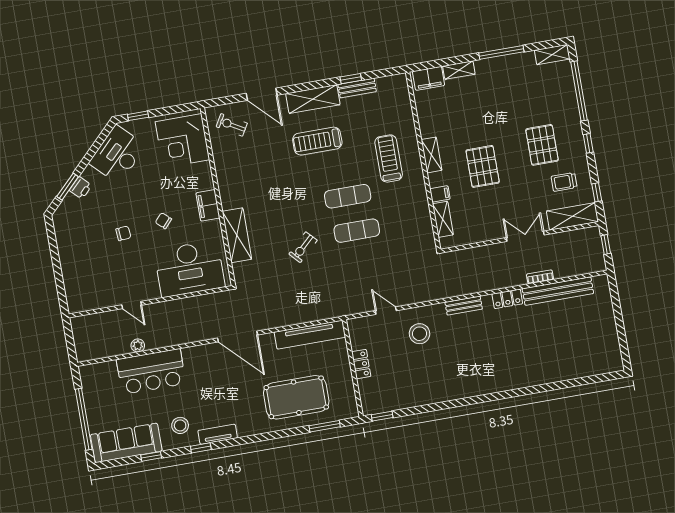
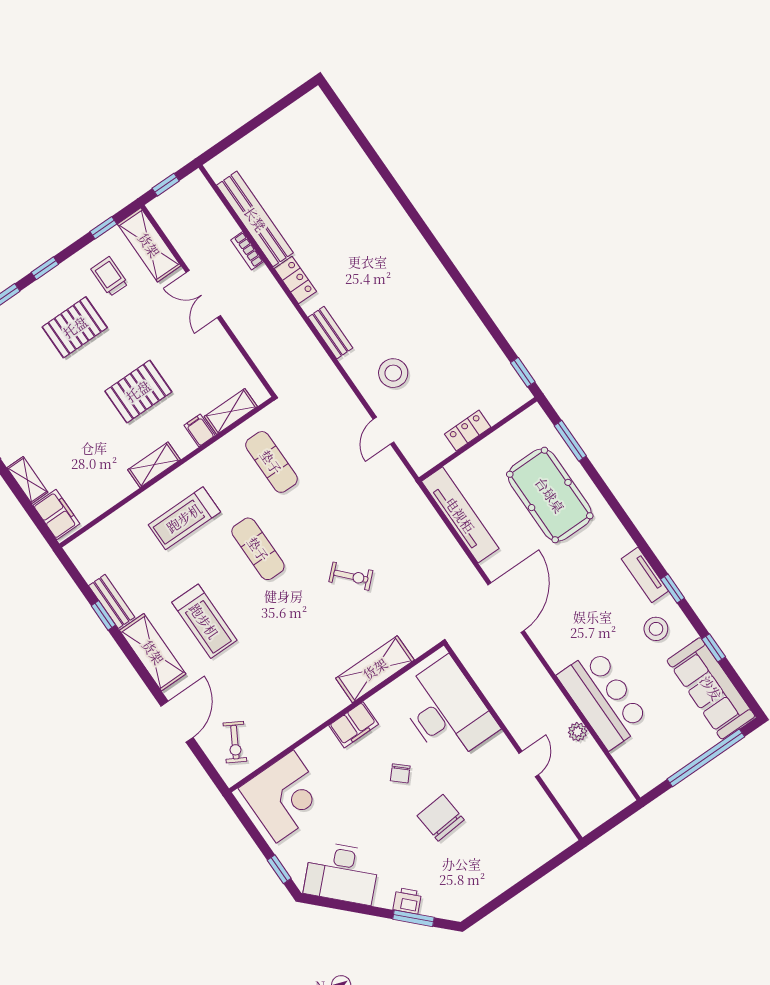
trolley: (564, 182) -> (110, 276), turned 180
exercise mat: (357, 231) -> (271, 462), moved
chair: (123, 233) -> (441, 818), width x1.87, depth x1.87

